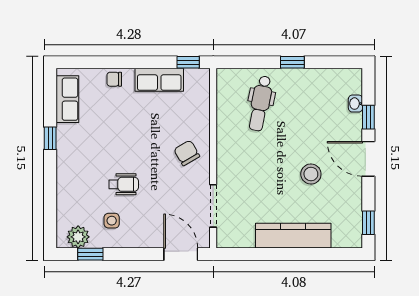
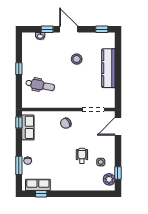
window: (105, 62) -> (19, 165), added
row of seats: (159, 80) -> (28, 127), moved
window: (50, 138) -> (41, 194), moved
door: (368, 159) -> (69, 29), swing flipped

